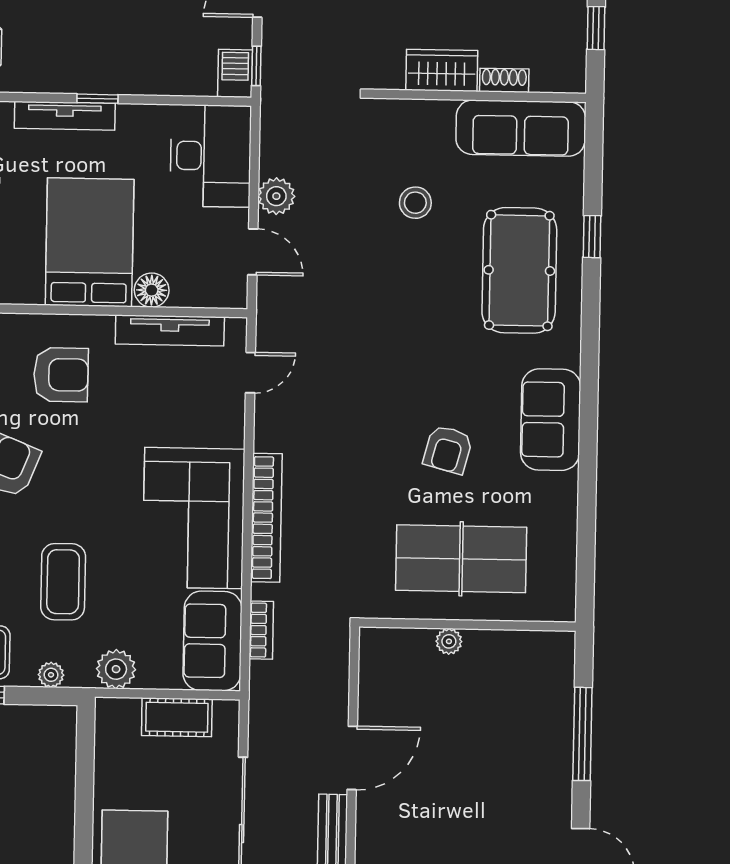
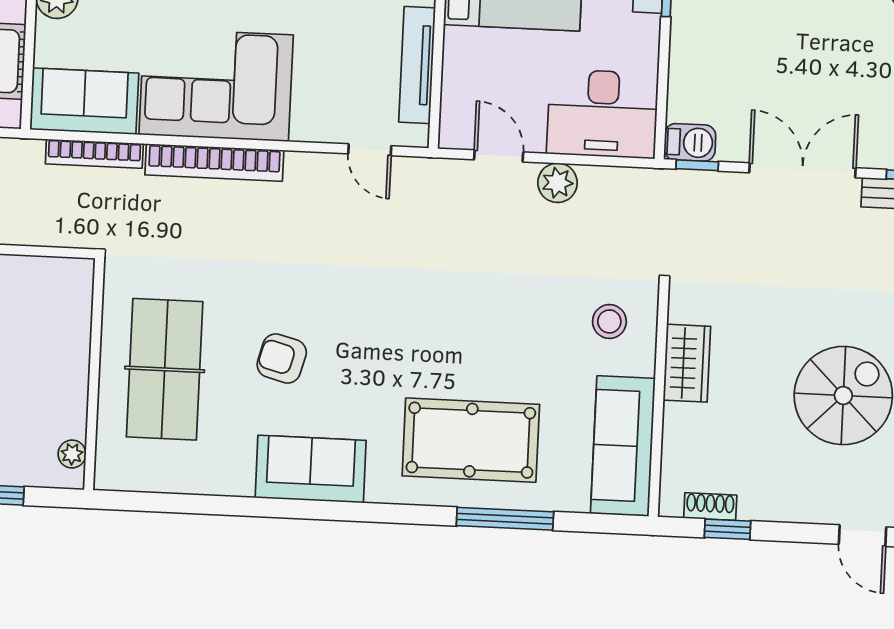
shoe rack: (504, 80) -> (710, 507), moved, turned -90
stool: (415, 203) -> (609, 321), moved
window: (592, 237) -> (505, 519), width x2.17
door: (253, 252) -> (499, 156), swing flipped
floor lamp: (152, 290) -> (461, 47), removed
bookcase: (261, 630) -> (94, 154), width x1.56
plant: (449, 641) -> (72, 454), moved

